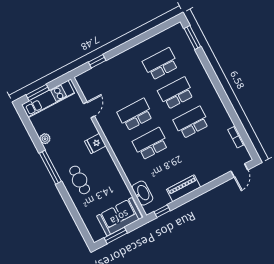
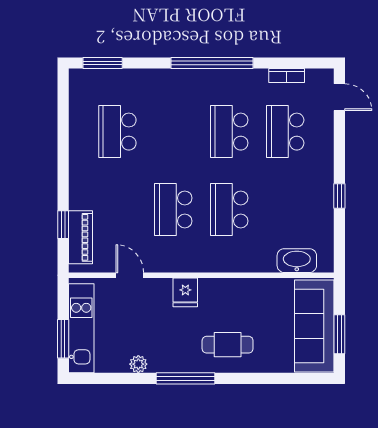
school desk: (176, 93) -> (285, 132), moved
window: (222, 95) -> (212, 63), added
piano: (184, 188) -> (81, 237), moved, turned 180
window: (162, 211) -> (339, 196), moved
sofa: (119, 217) -> (314, 326), width x1.36

